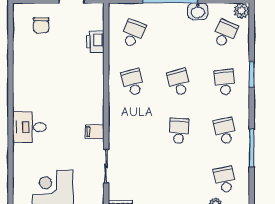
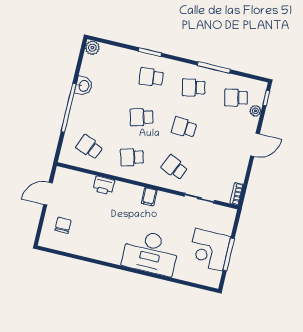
chair: (41, 25) -> (63, 225), turned -90
school desk: (225, 33) -> (174, 167), moved
printer: (95, 42) -> (104, 185), moved
desk: (29, 127) -> (150, 253), width x1.87, depth x1.30
filing cabinet: (95, 132) -> (149, 197), moved

